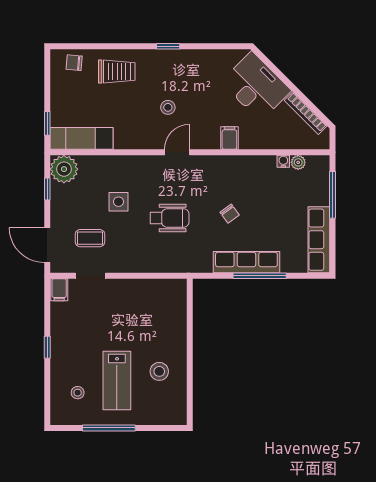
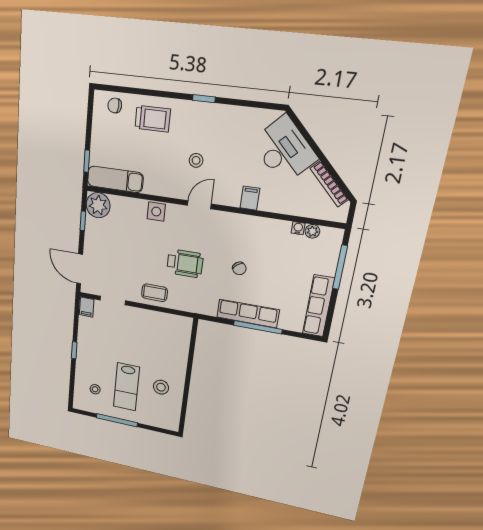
side table: (119, 202) -> (156, 212), moved
coffee table: (90, 238) -> (155, 293), moved

